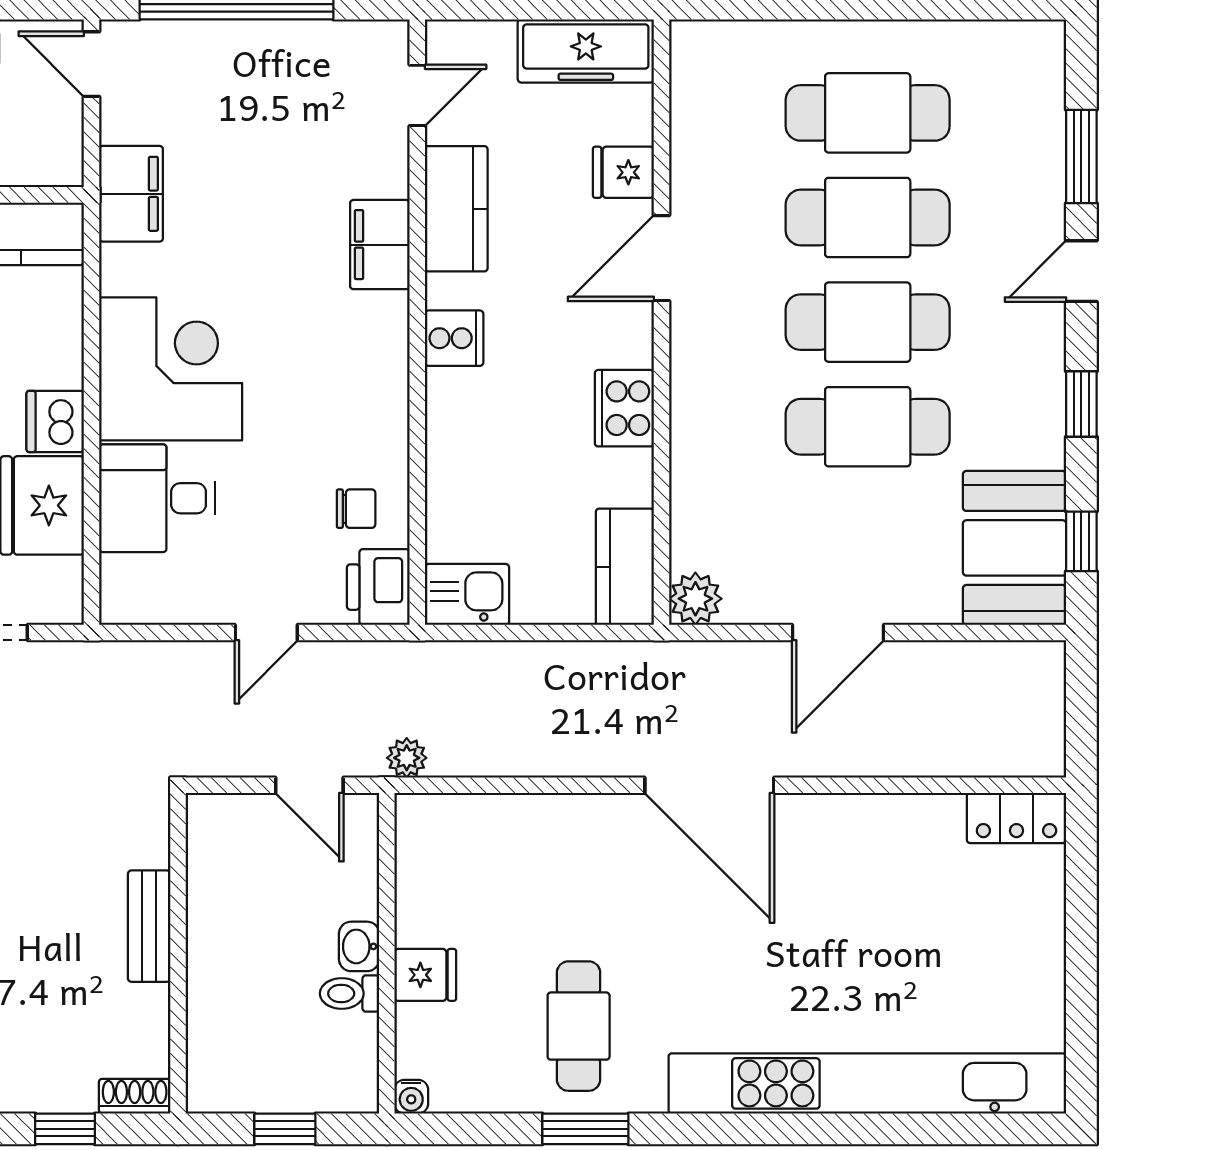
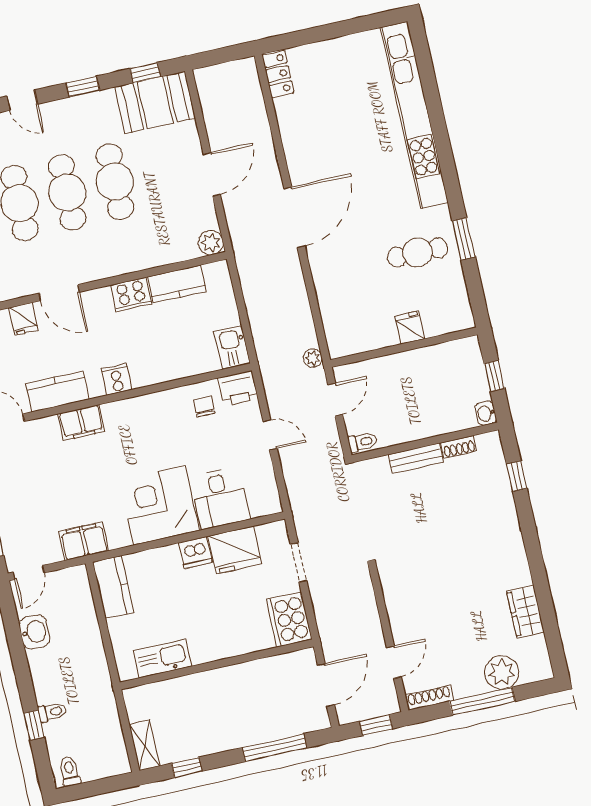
kitchen counter: (625, 567) -> (177, 284), moved
door: (838, 633) -> (212, 174), hinge flipped
washbasin: (359, 946) -> (486, 413), moved, turned 90
toilet: (349, 994) -> (363, 442), moved, turned -90
shoe rack: (135, 1096) -> (459, 447), moved, turned -90
water cooler: (411, 1097) -> (467, 322), removed

